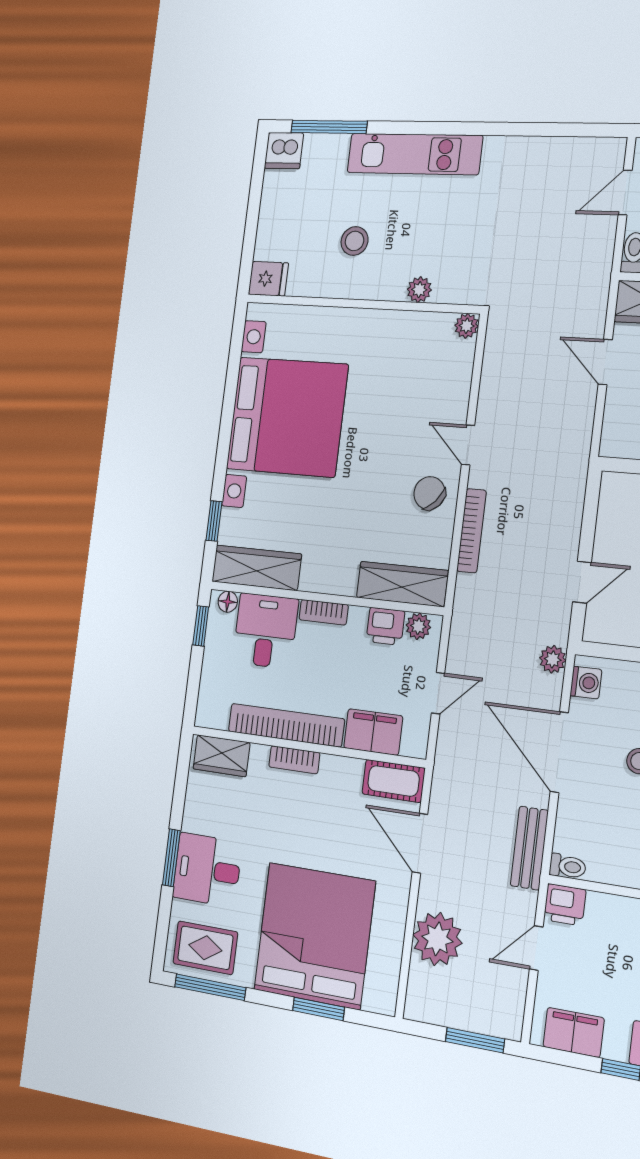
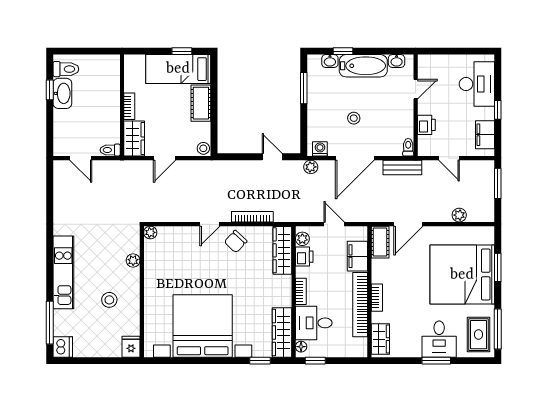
stool: (615, 443) -> (203, 148), added
printer: (565, 905) -> (426, 125), moved
plant: (437, 939) -> (459, 215), width x0.53, depth x0.53

